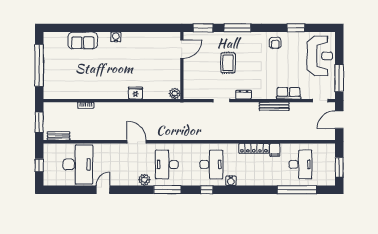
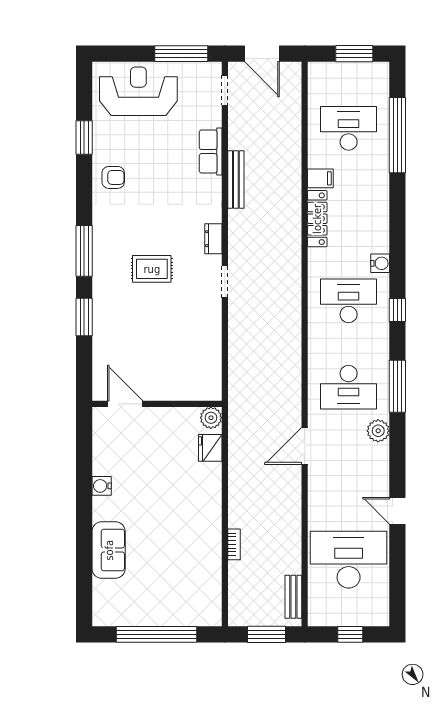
door: (182, 49) -> (125, 404), moved
wall: (182, 65) -> (157, 404), moved
plant: (175, 93) -> (211, 418), moved

